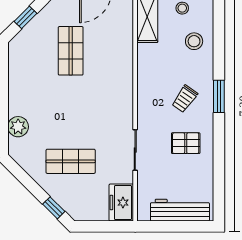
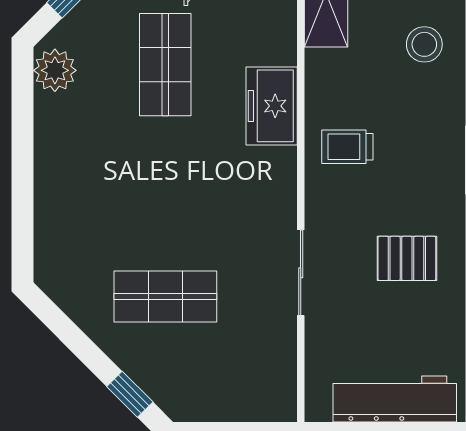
trolley: (185, 99) -> (347, 147), moved, turned 55
plant: (18, 127) -> (55, 70), moved
freezer: (121, 203) -> (272, 106), moved

